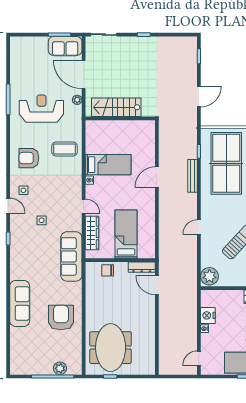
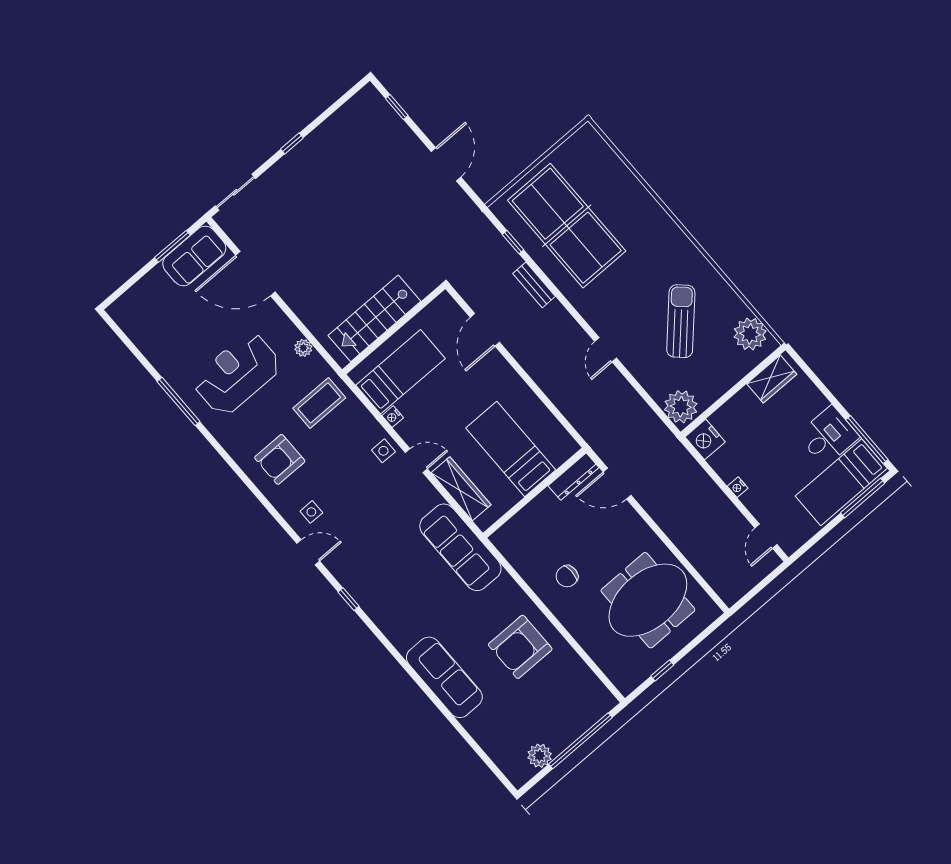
plant: (77, 100) -> (303, 348), moved
stairs: (116, 107) -> (374, 318), moved
wall: (120, 118) -> (394, 329), moved
bench: (192, 176) -> (534, 285), width x0.73
side table: (42, 220) -> (383, 451), moved
chair: (108, 270) -> (567, 576), moved
nightstand: (208, 315) -> (705, 439), moved
armchair: (61, 318) -> (520, 647), turned -90
meeting table: (111, 348) -> (648, 600), moved, turned 90
plant: (60, 368) -> (540, 756), moved

